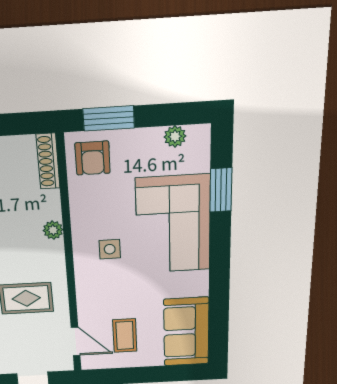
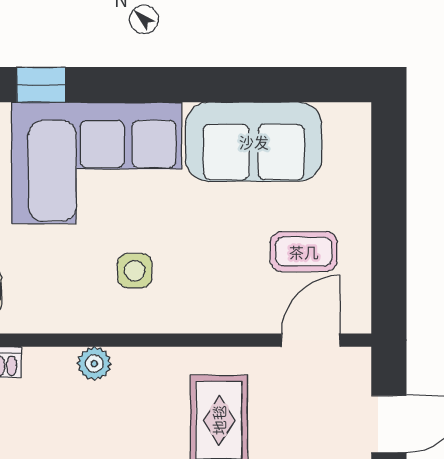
window: (221, 190) -> (41, 85), width x0.67
sofa: (186, 332) -> (254, 142), moved

